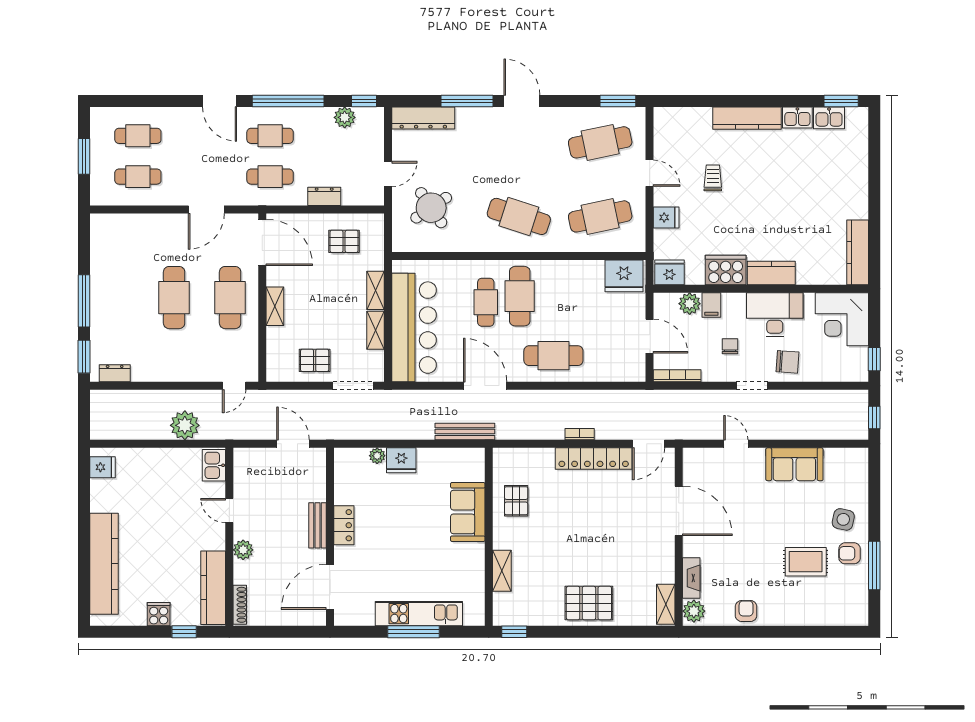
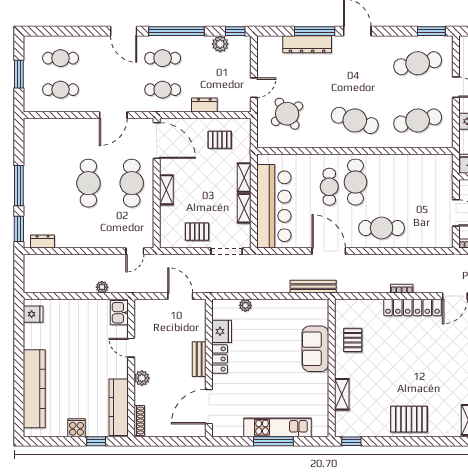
dresser: (423, 118) -> (307, 44), moved
fridge: (624, 276) -> (436, 166), removed
plant: (185, 425) -> (102, 287), width x0.53, depth x0.53
fridge: (401, 460) -> (222, 331), moved, turned -90

